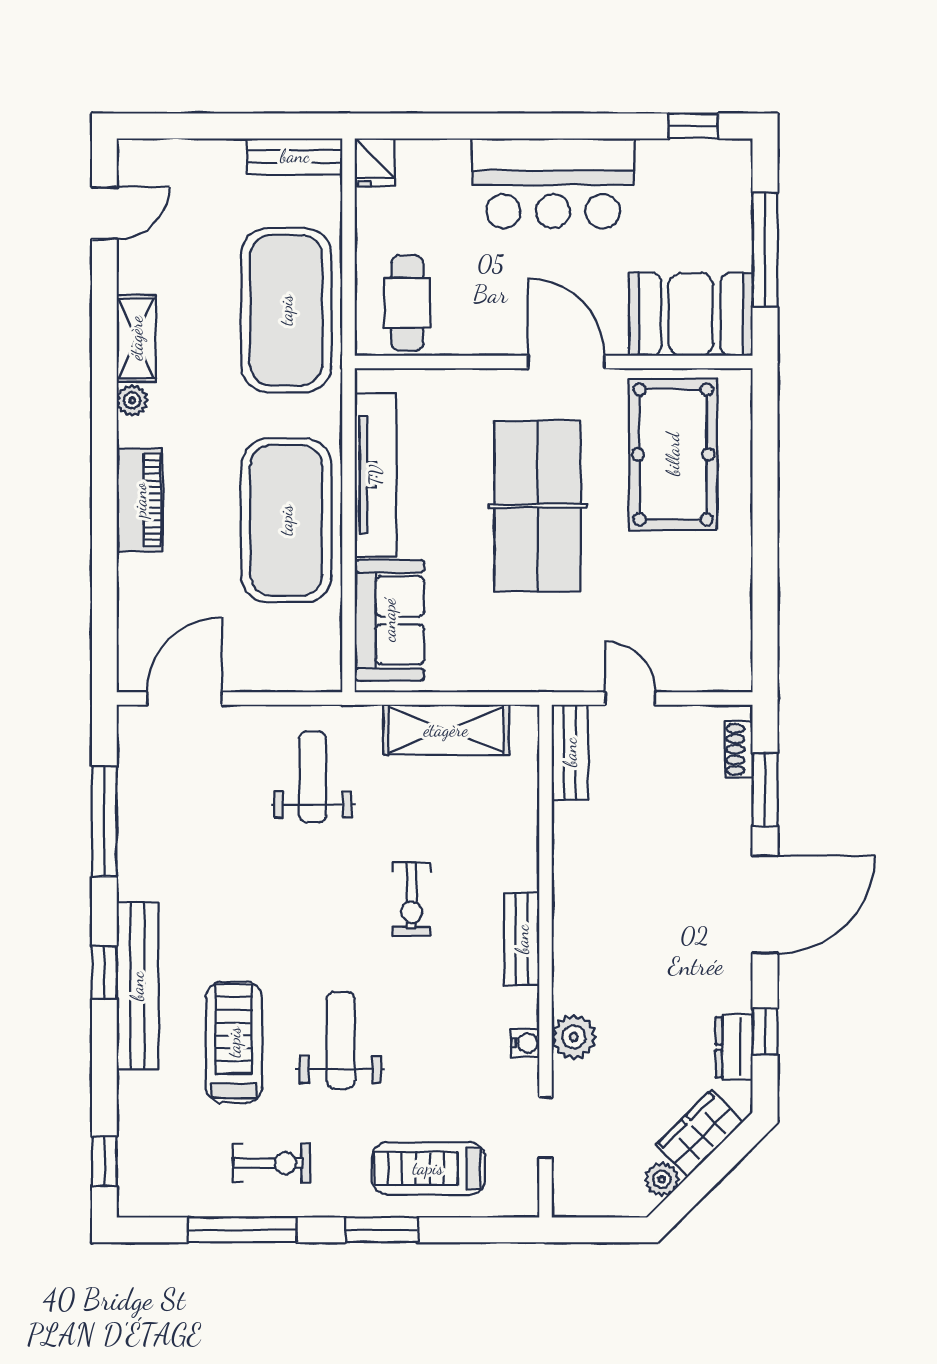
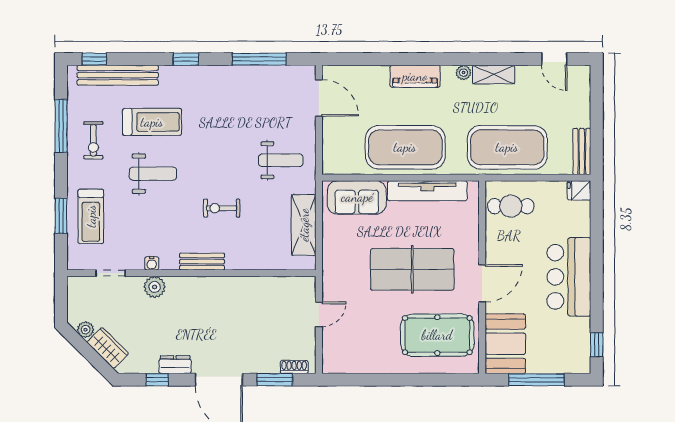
bench: (570, 752) -> (293, 285), removed
bench: (137, 986) -> (118, 75), moved
dresser: (734, 1047) -> (175, 365), moved
treadmill: (428, 1168) -> (91, 216), turned 180
window: (382, 1230) -> (61, 216), moved

